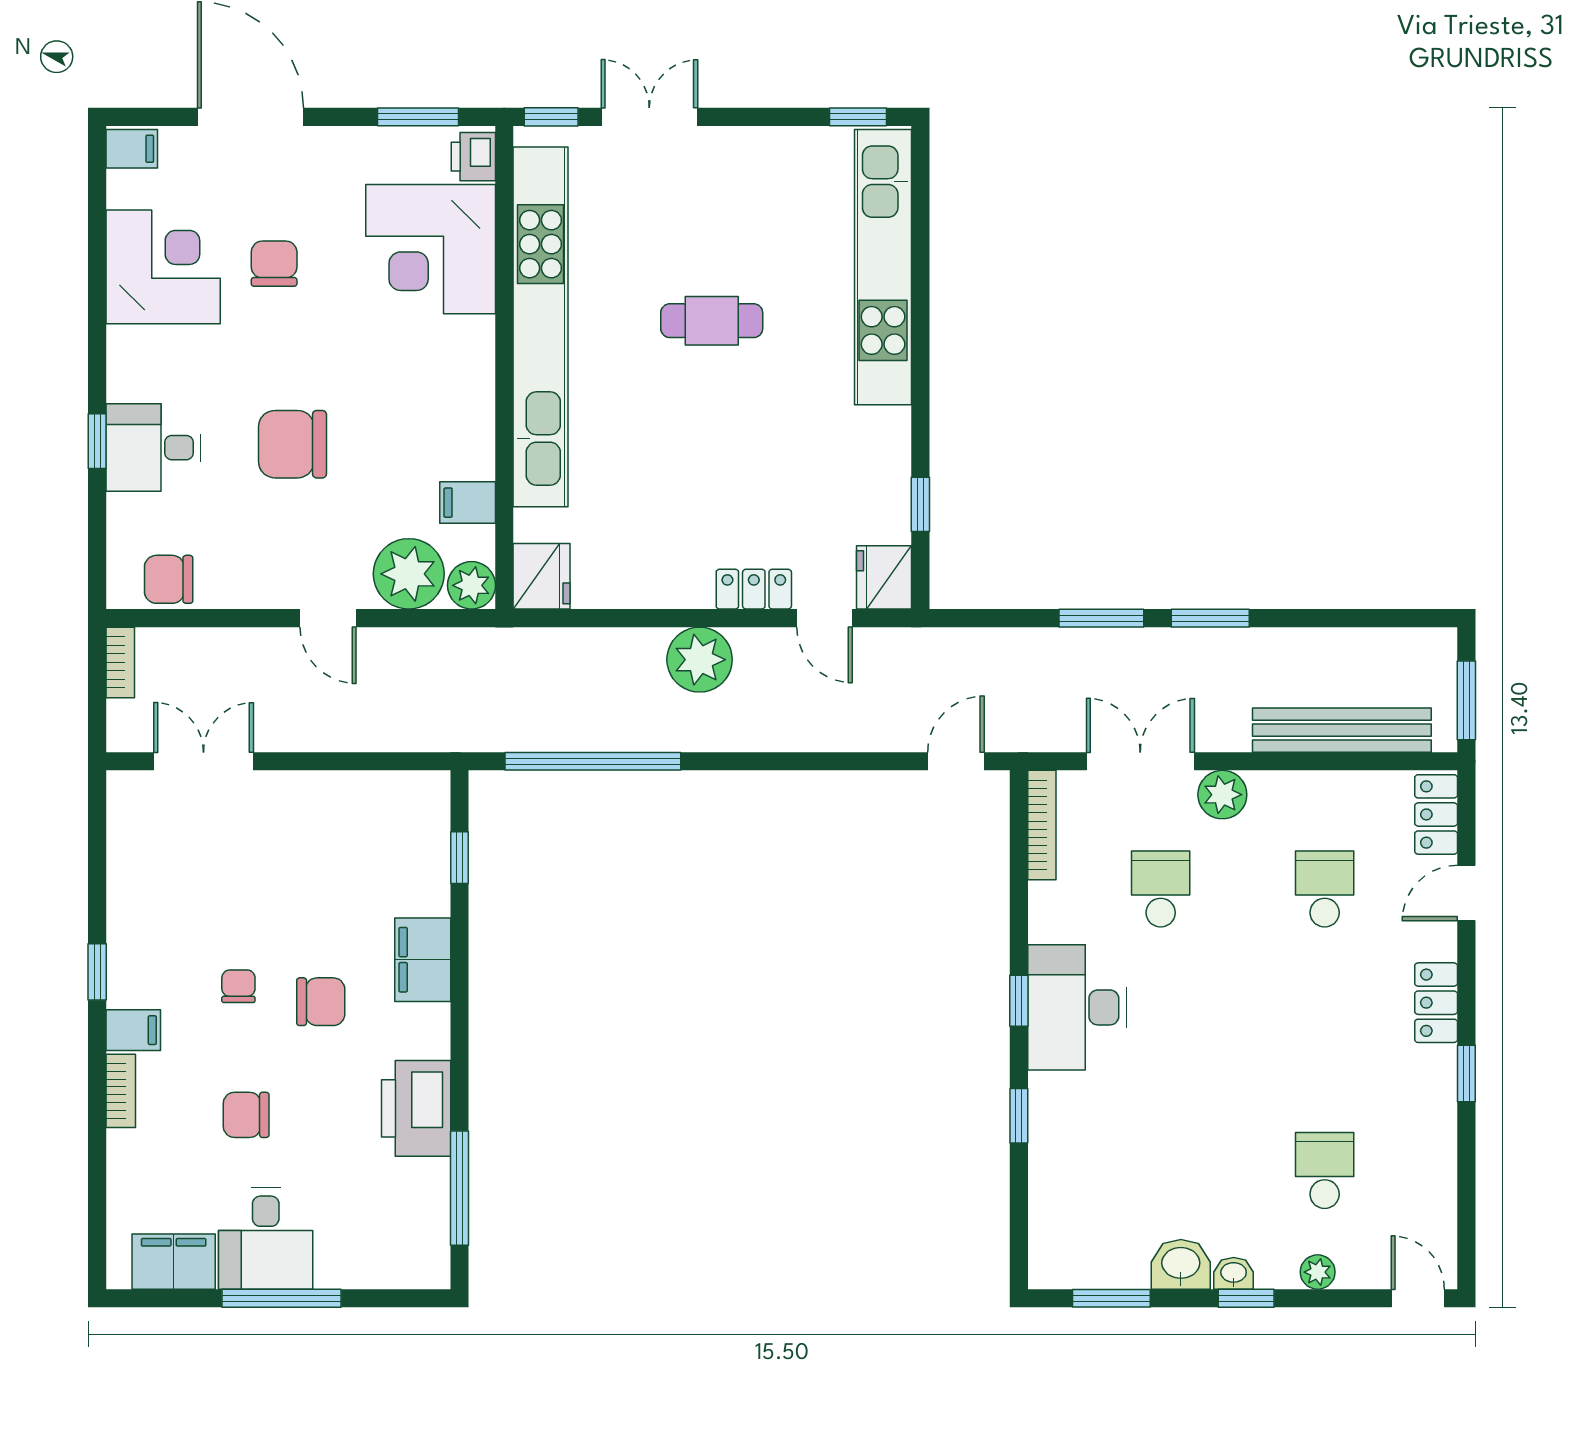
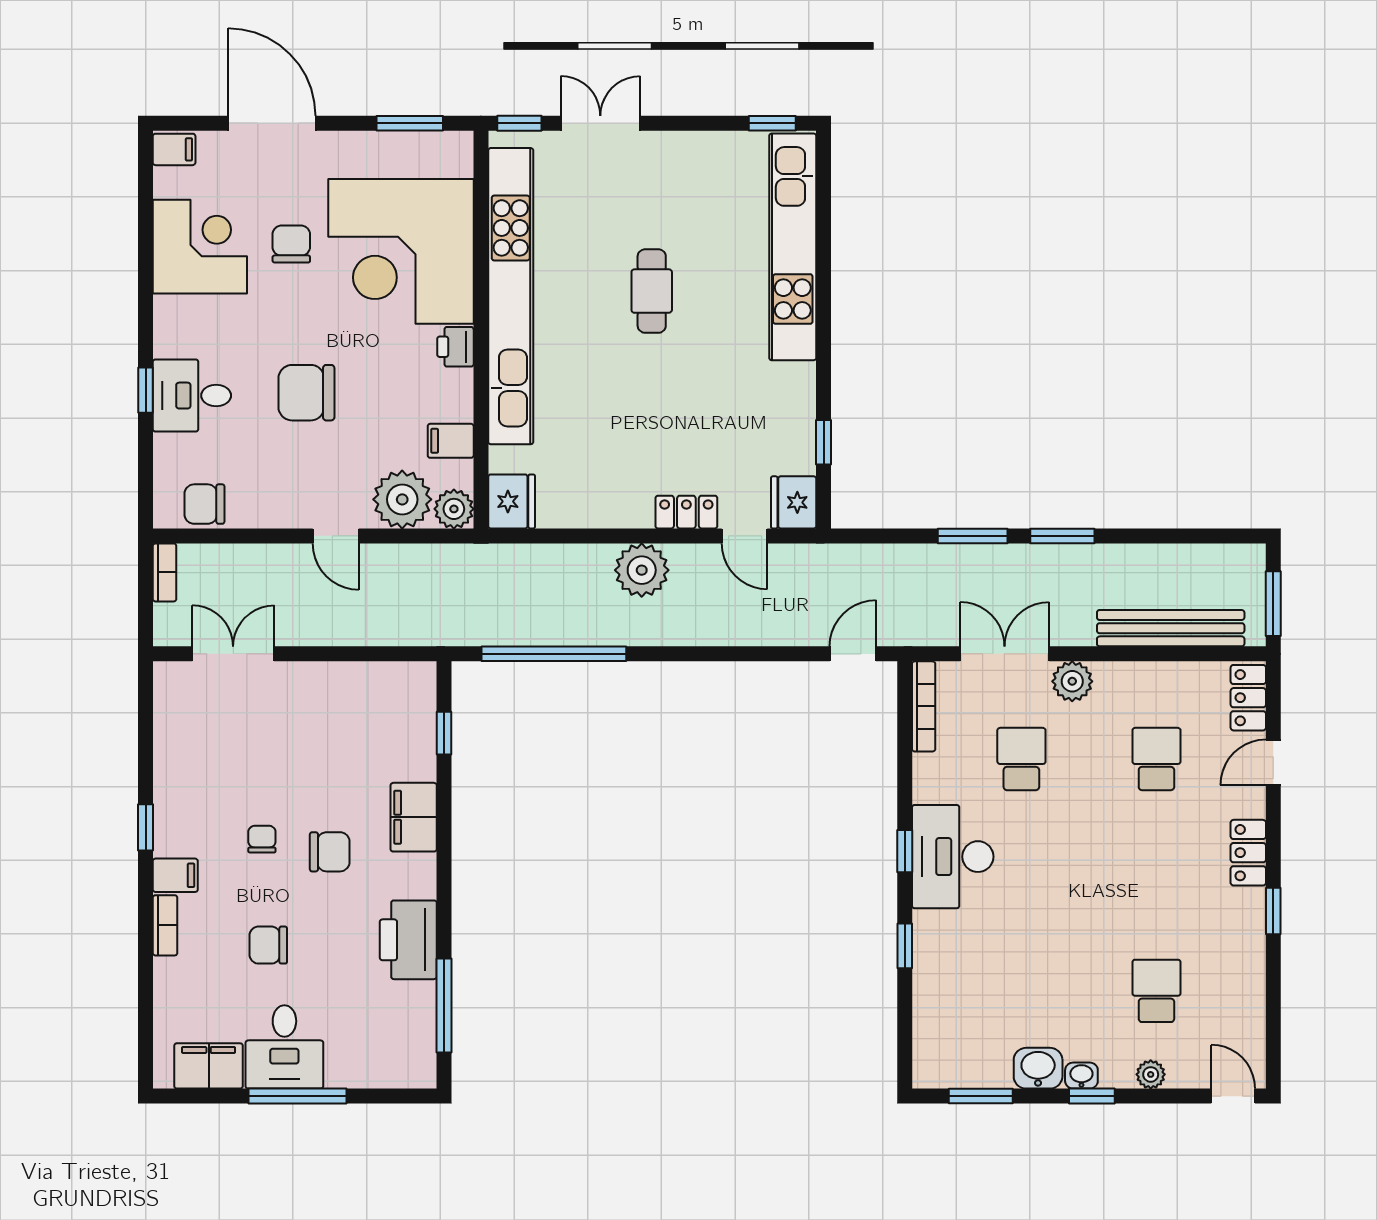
printer: (473, 157) -> (455, 347), moved
corner desk: (431, 249) -> (401, 251), width x1.36, depth x1.36
cafe table: (712, 321) -> (652, 291), turned 90

